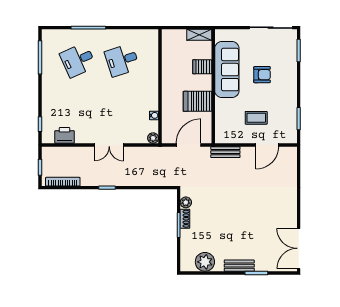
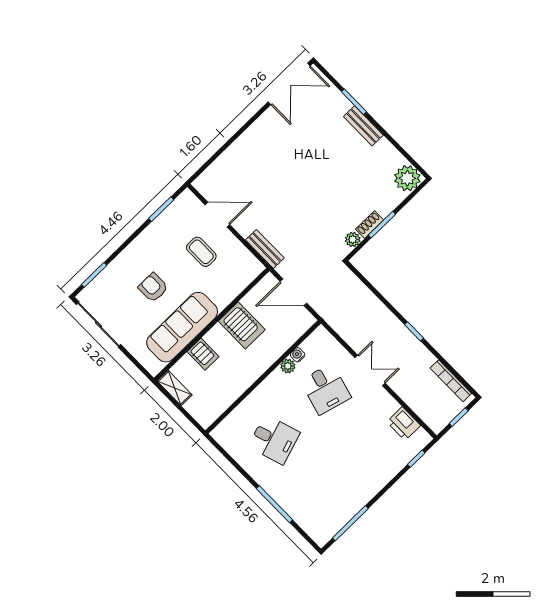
desk: (78, 60) -> (326, 389), moved, turned 39
plant: (153, 138) -> (288, 366), moved
plant: (205, 262) -> (407, 178), moved

